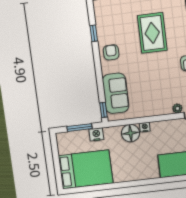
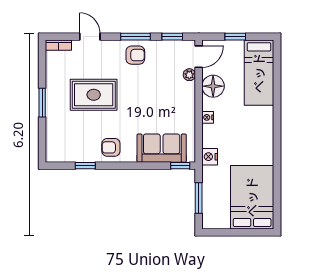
floor lamp: (131, 133) -> (213, 86), moved
nightstand: (96, 134) -> (210, 157), moved

